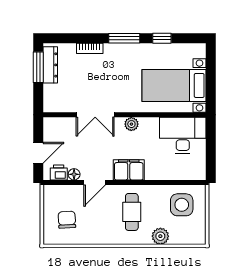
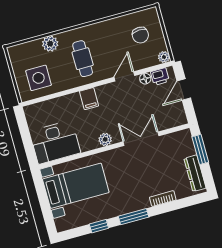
window: (38, 67) -> (200, 149), moved
filing cabinet: (129, 170) -> (89, 99), width x0.50
plant: (49, 191) -> (164, 57), added

